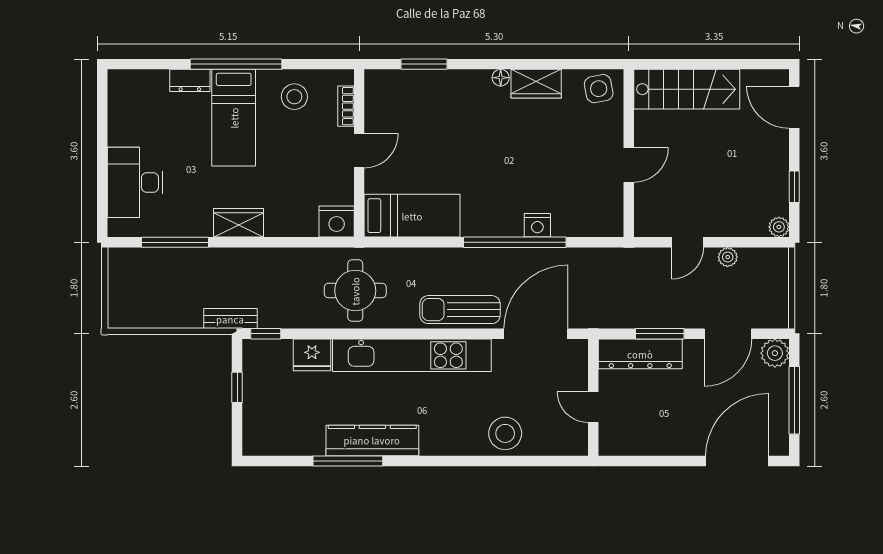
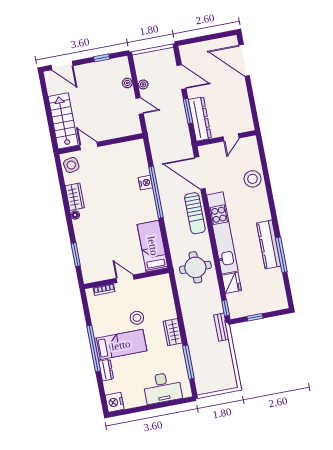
stool: (294, 97) -> (137, 318), moved
door: (794, 107) -> (62, 65), hinge flipped
door: (629, 165) -> (89, 146), moved
nightstand: (337, 221) -> (115, 402), moved, turned 180
plant: (779, 227) -> (127, 83), moved
plant: (775, 353) -> (187, 52), removed
window: (794, 400) -> (208, 38), removed

